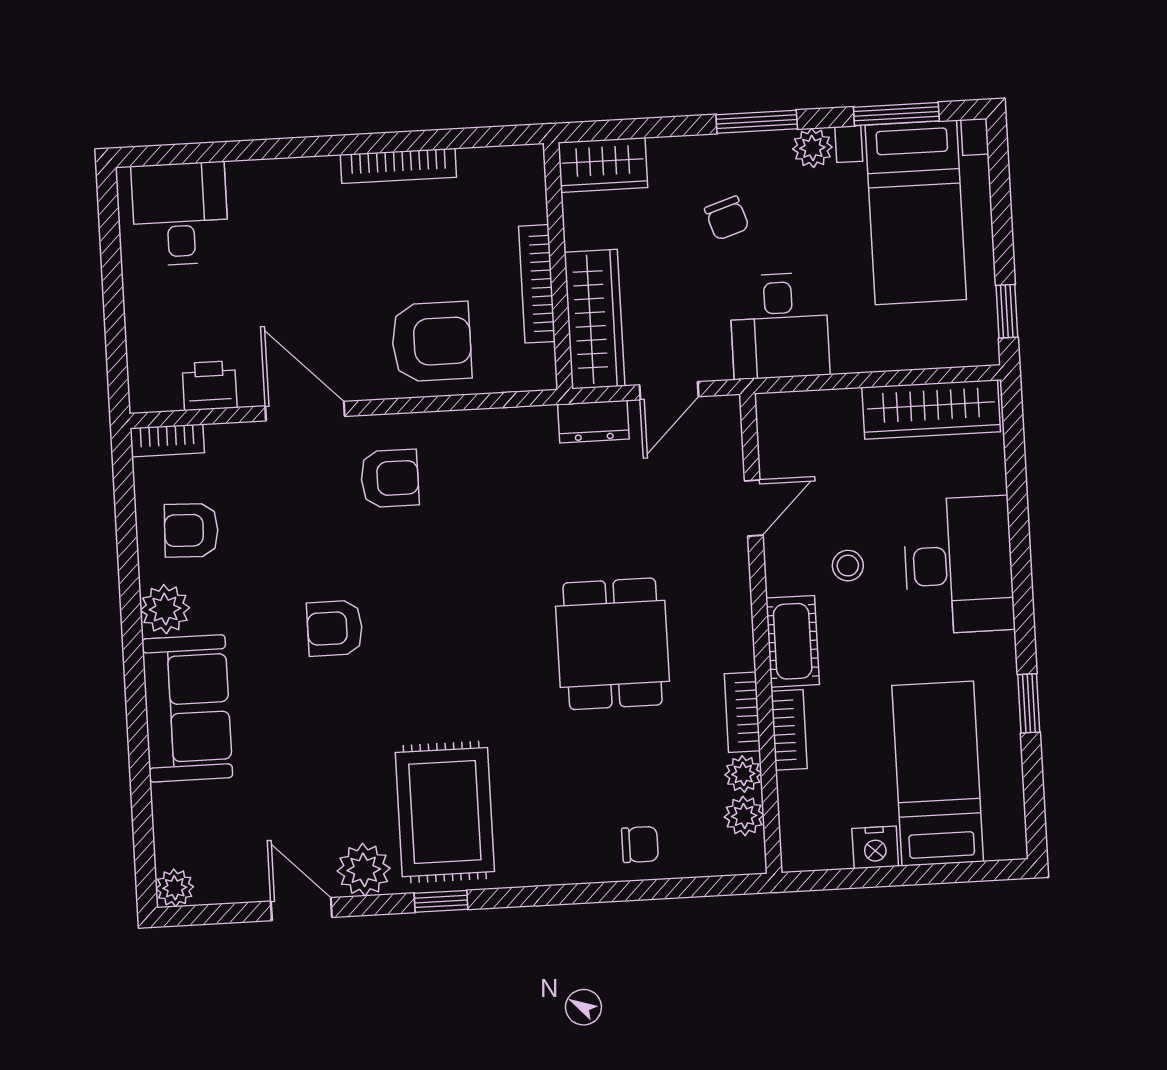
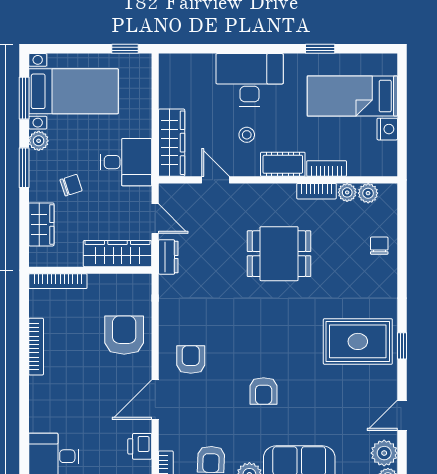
wardrobe: (603, 165) -> (41, 224), moved
bookcase: (537, 284) -> (58, 281), moved
wardrobe: (931, 409) -> (172, 143), moved
plant: (364, 870) -> (384, 453), moved

